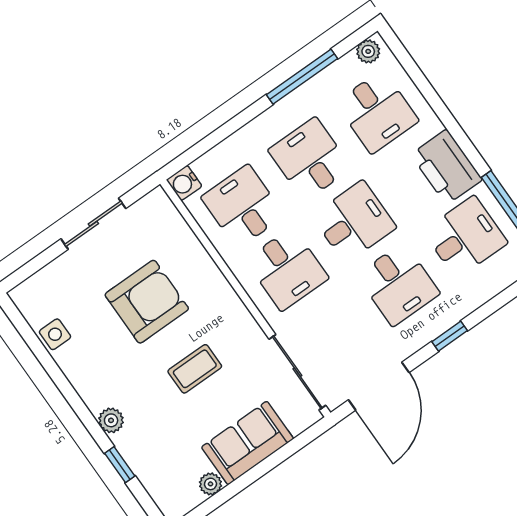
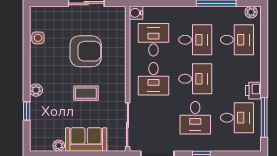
desk: (377, 112) -> (237, 40), turned -90
desk: (310, 159) -> (195, 40), turned 90
printer: (446, 167) -> (253, 91), width x0.53, depth x0.68

